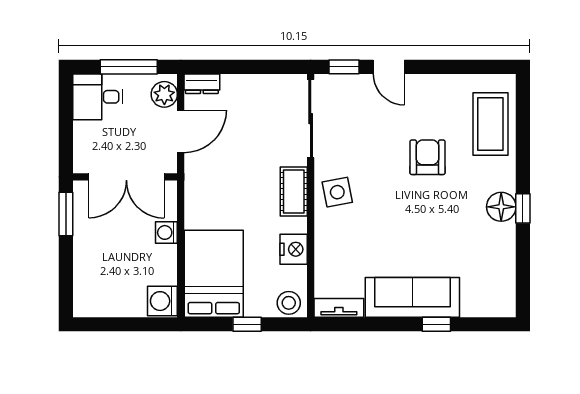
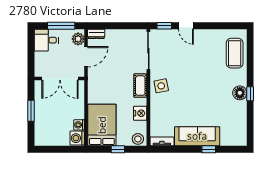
armchair: (427, 157) -> (204, 69), removed
window: (66, 214) -> (31, 111), moved
washing machine: (166, 232) -> (79, 125), moved

